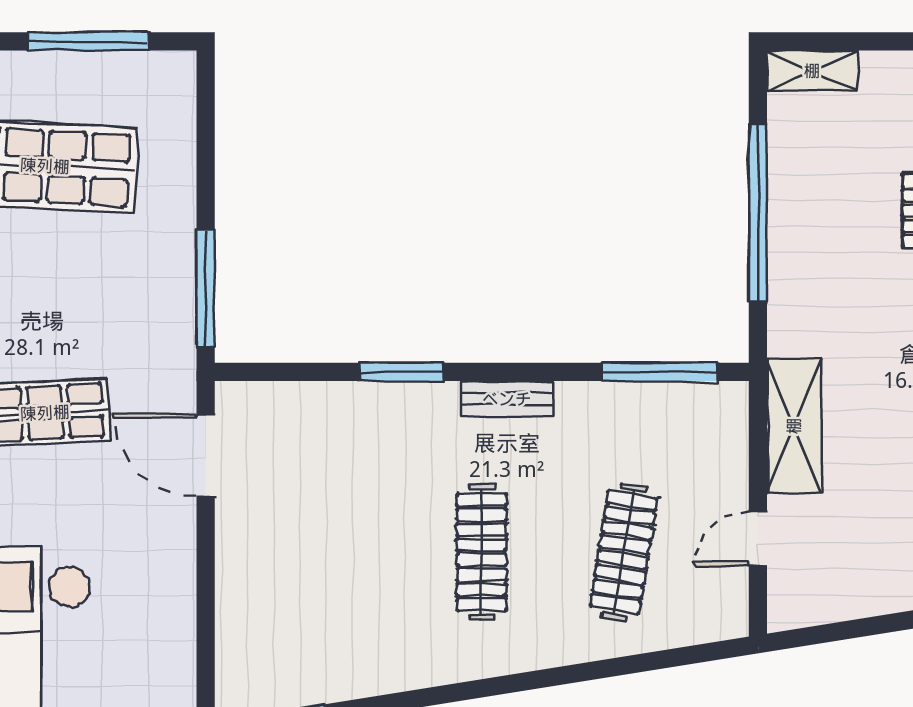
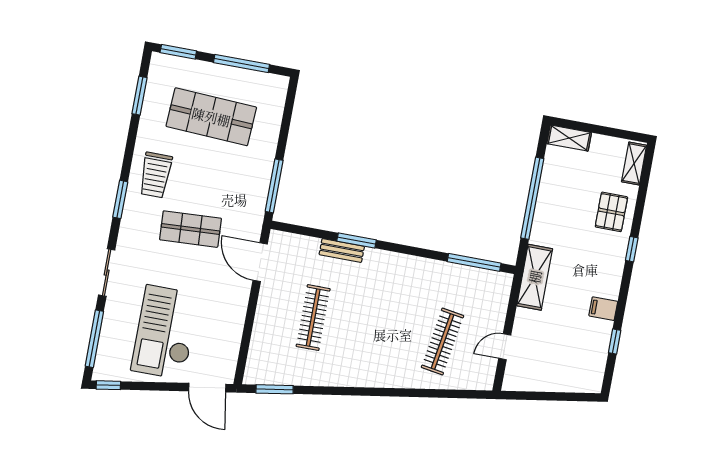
bench: (507, 399) -> (342, 250), moved
shelving: (794, 426) -> (535, 277), moved
clothes rail: (482, 552) -> (313, 318), moved

